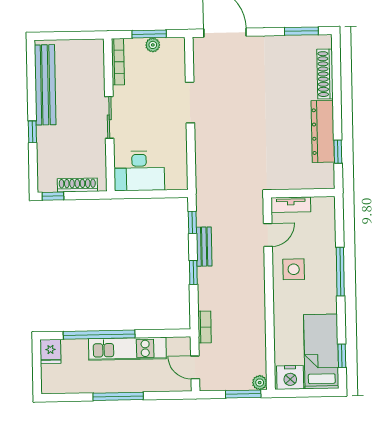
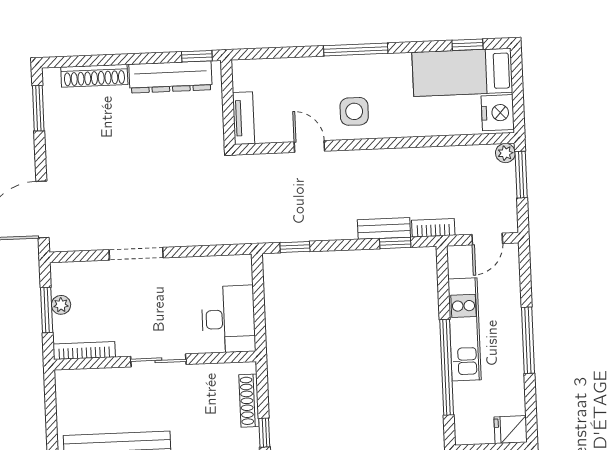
wall: (303, 193) -> (228, 102), moved
tv unit: (291, 205) -> (244, 118), moved
bench: (204, 247) -> (384, 228), moved
window: (193, 272) -> (395, 243), moved
fridge: (50, 351) -> (511, 430), moved, turned 180

